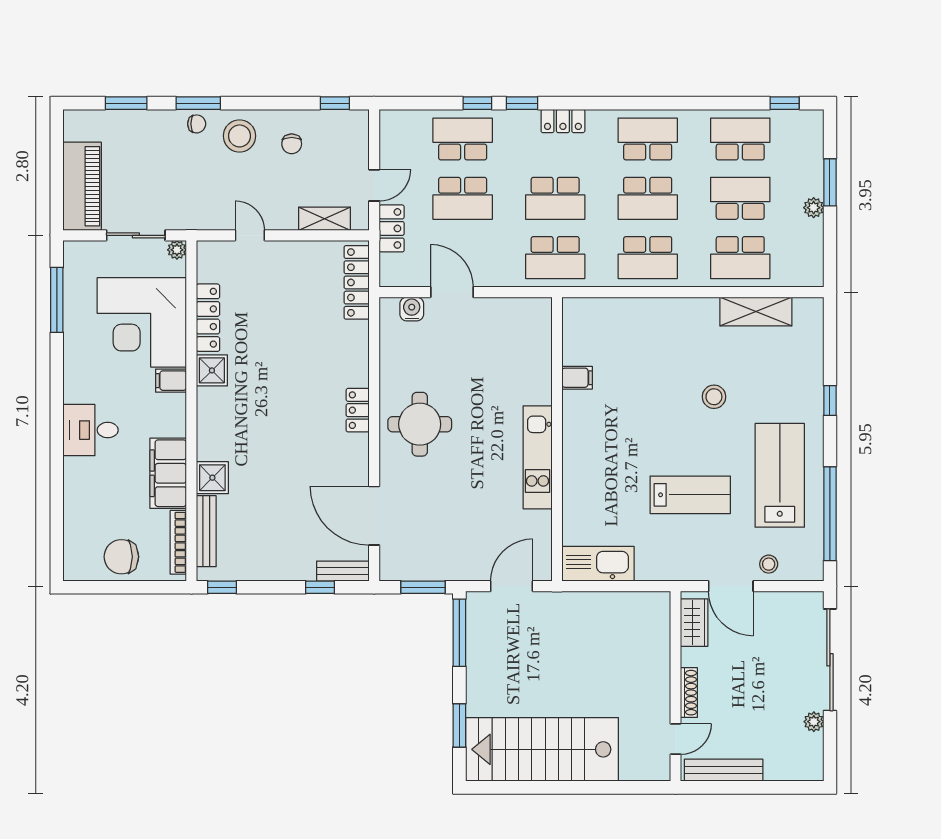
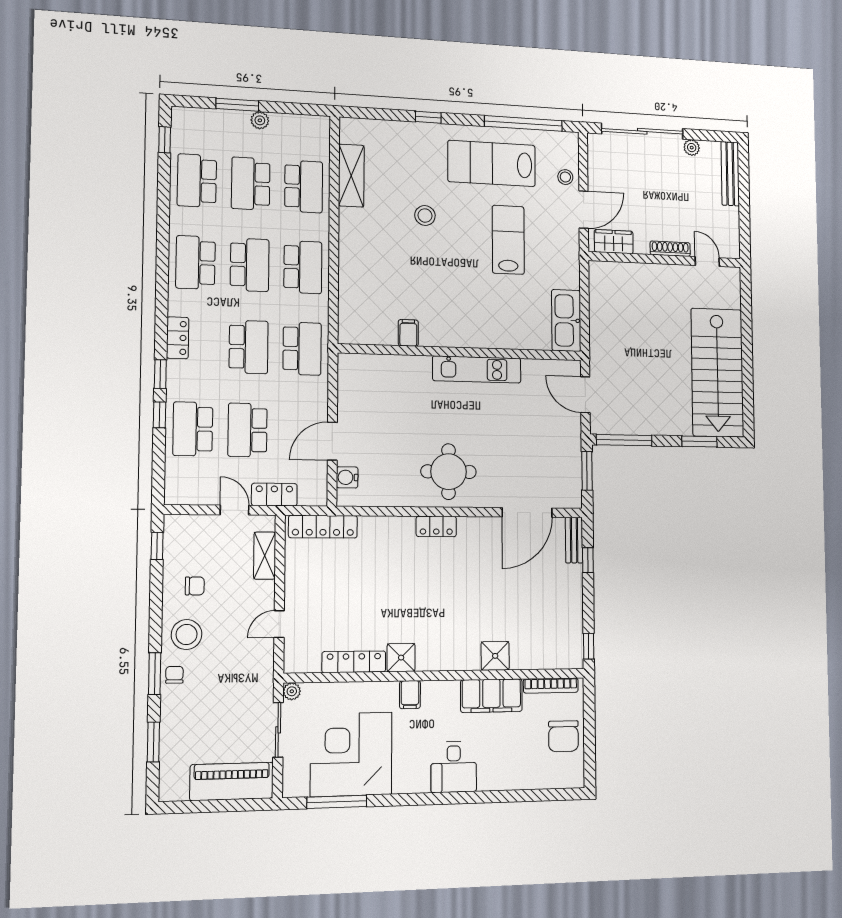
school desk: (463, 198) -> (247, 430), turned 180
corner desk: (142, 322) -> (351, 754), moved, turned 180
bench: (206, 531) -> (541, 661), removed
bench: (724, 770) -> (730, 174), moved

